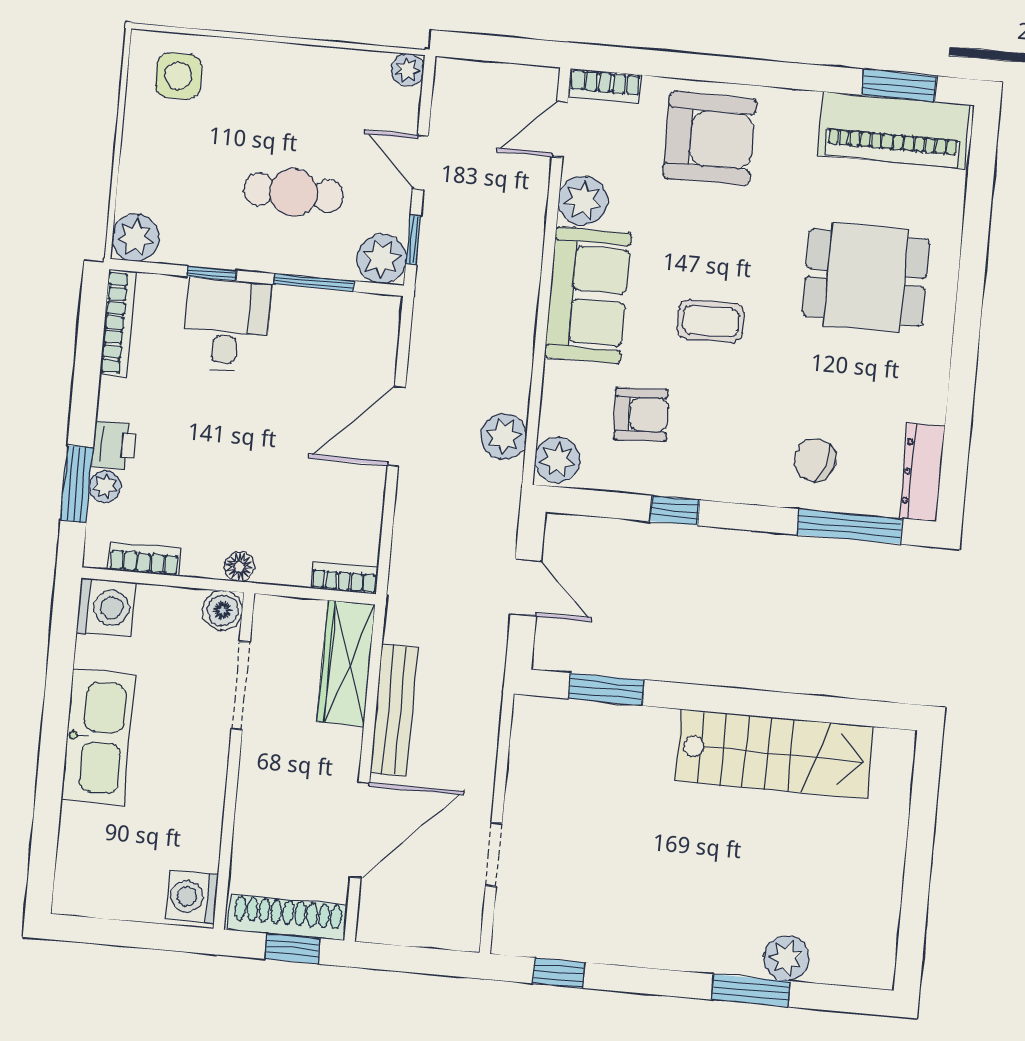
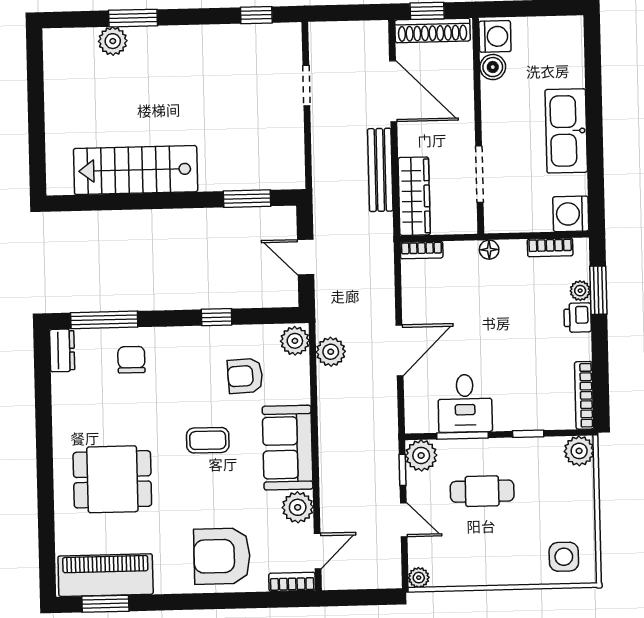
desk: (226, 325) -> (465, 403), moved
chair: (815, 460) -> (131, 360), turned -107
dresser: (922, 472) -> (62, 350), width x0.70
boiler: (223, 610) -> (493, 67), moved
door: (360, 830) -> (393, 91), swing flipped

